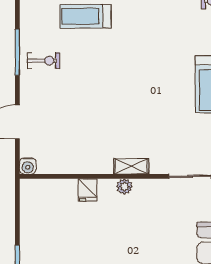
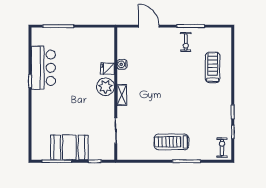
water cooler: (28, 166) -> (122, 64), moved
plant: (124, 186) -> (105, 87), width x1.88, depth x1.88

